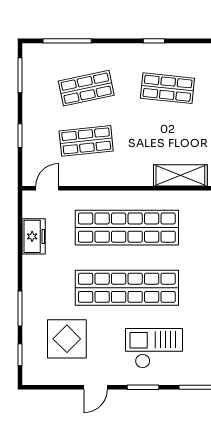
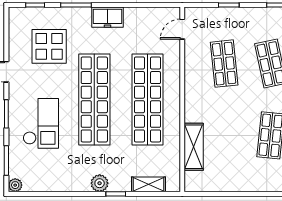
door: (47, 188) -> (182, 29), swing flipped
freezer: (34, 236) -> (108, 17), moved

